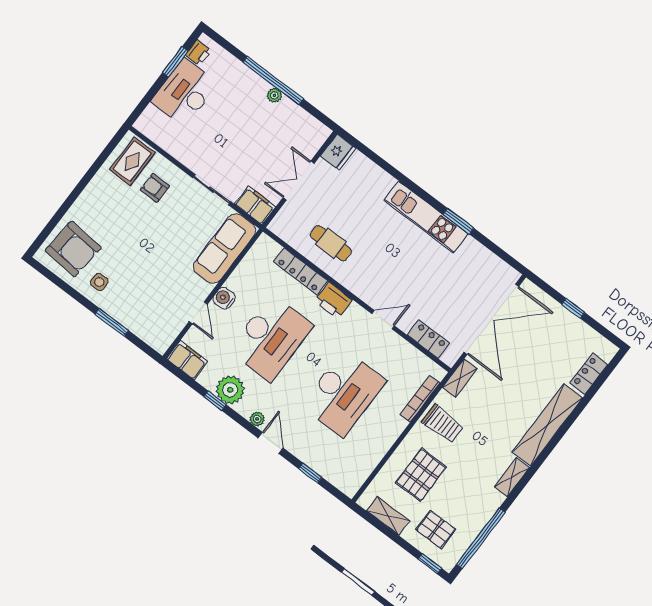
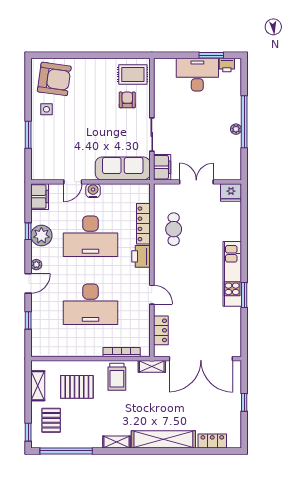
armchair: (73, 249) -> (54, 79), turned -87

